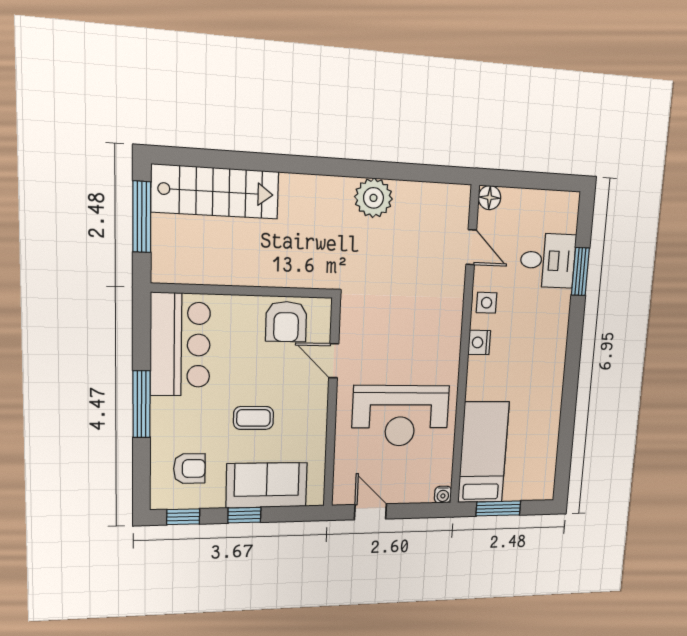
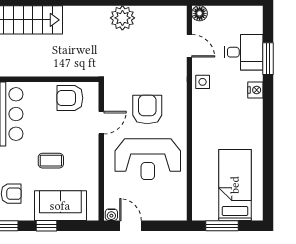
armchair: (286, 322) -> (70, 98), turned 90
armchair: (404, 342) -> (147, 110), added
nightstand: (479, 342) -> (255, 90), moved, turned 180
door: (334, 361) -> (101, 123), swing flipped
bed: (483, 452) -> (235, 185), moved
water cooler: (443, 495) -> (111, 215), moved

